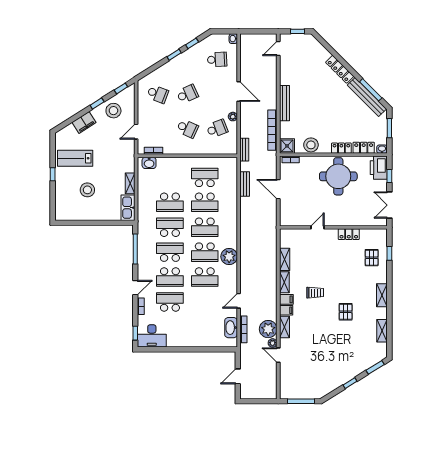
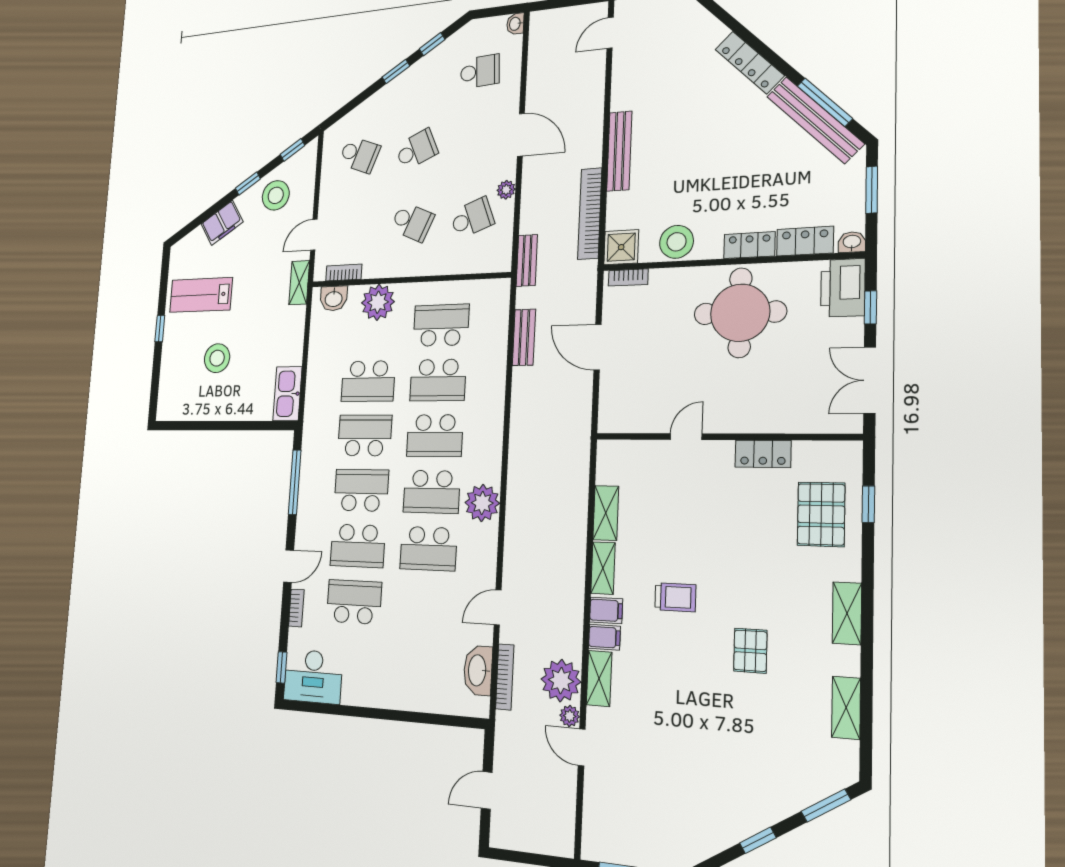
plant: (172, 166) -> (378, 302), added
shelving: (130, 183) -> (299, 283), moved
pallet: (372, 258) -> (821, 514), width x1.50, depth x1.42

